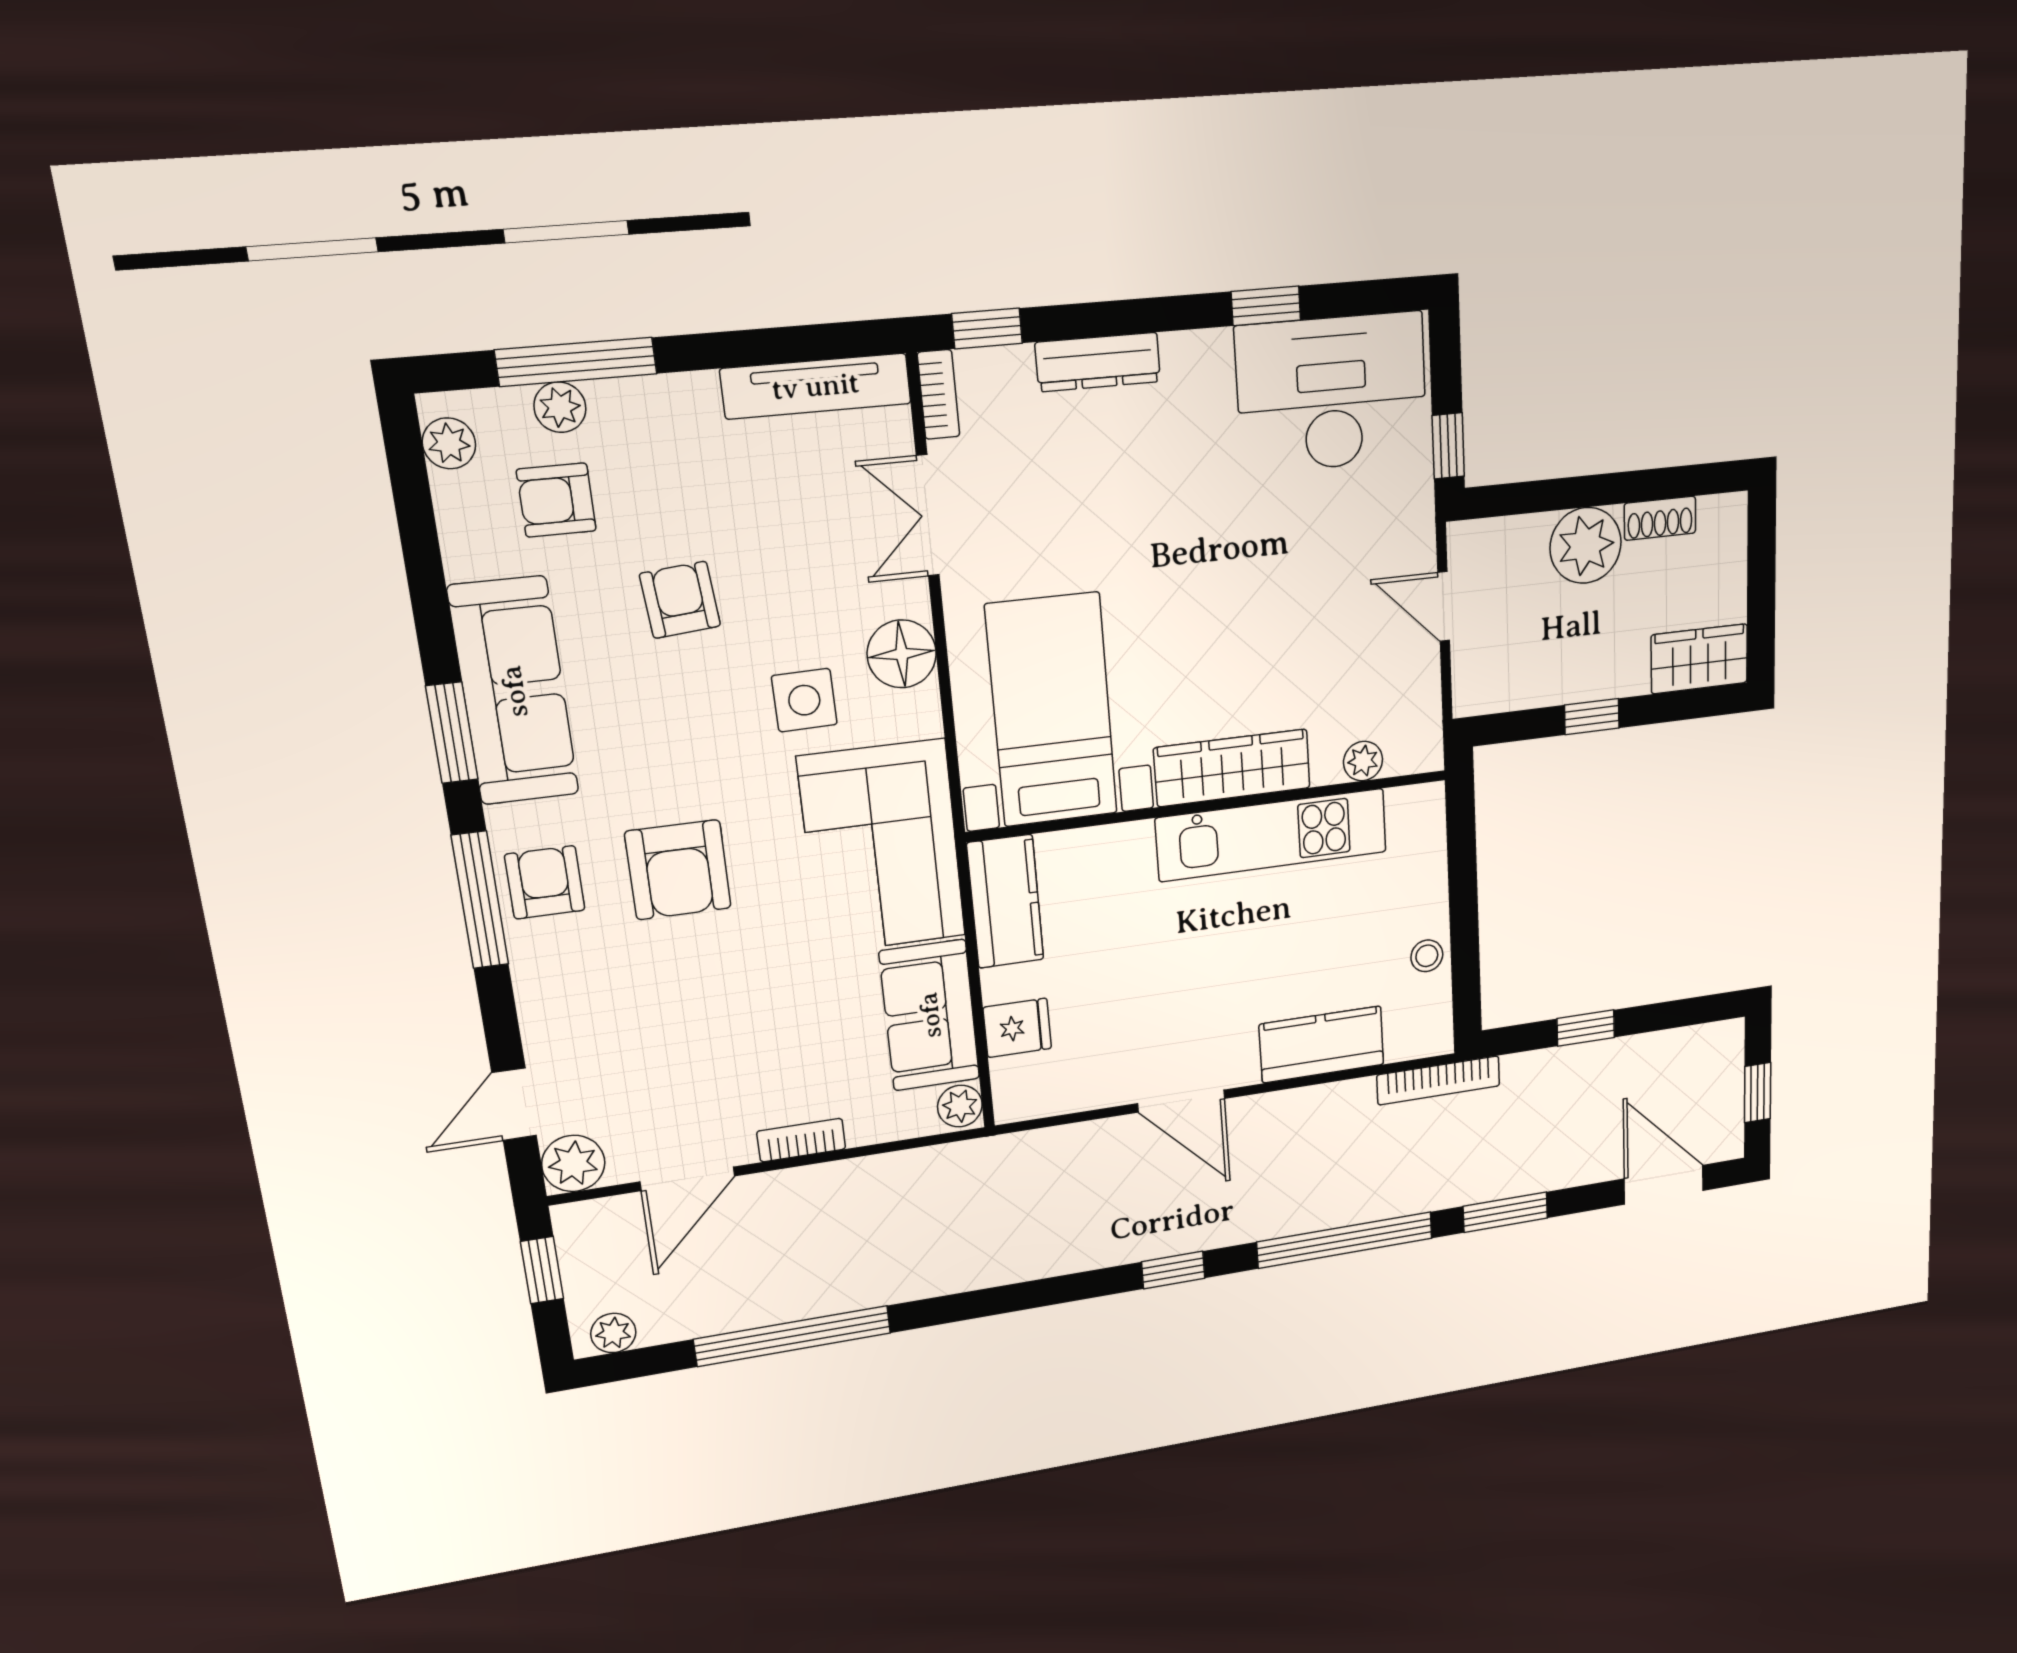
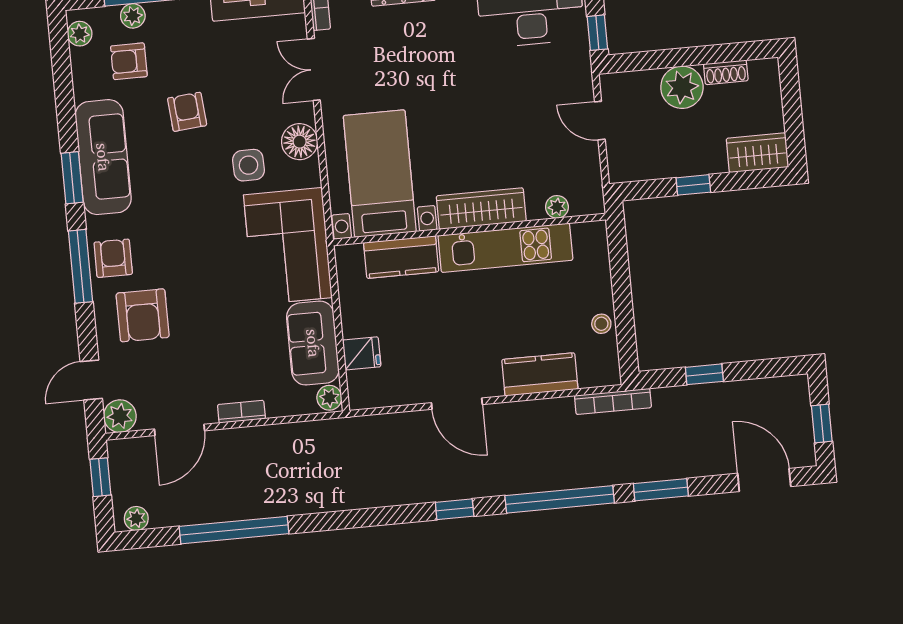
armchair: (678, 870) -> (143, 315), moved
kitchen counter: (1005, 901) -> (401, 257), moved, turned 90

